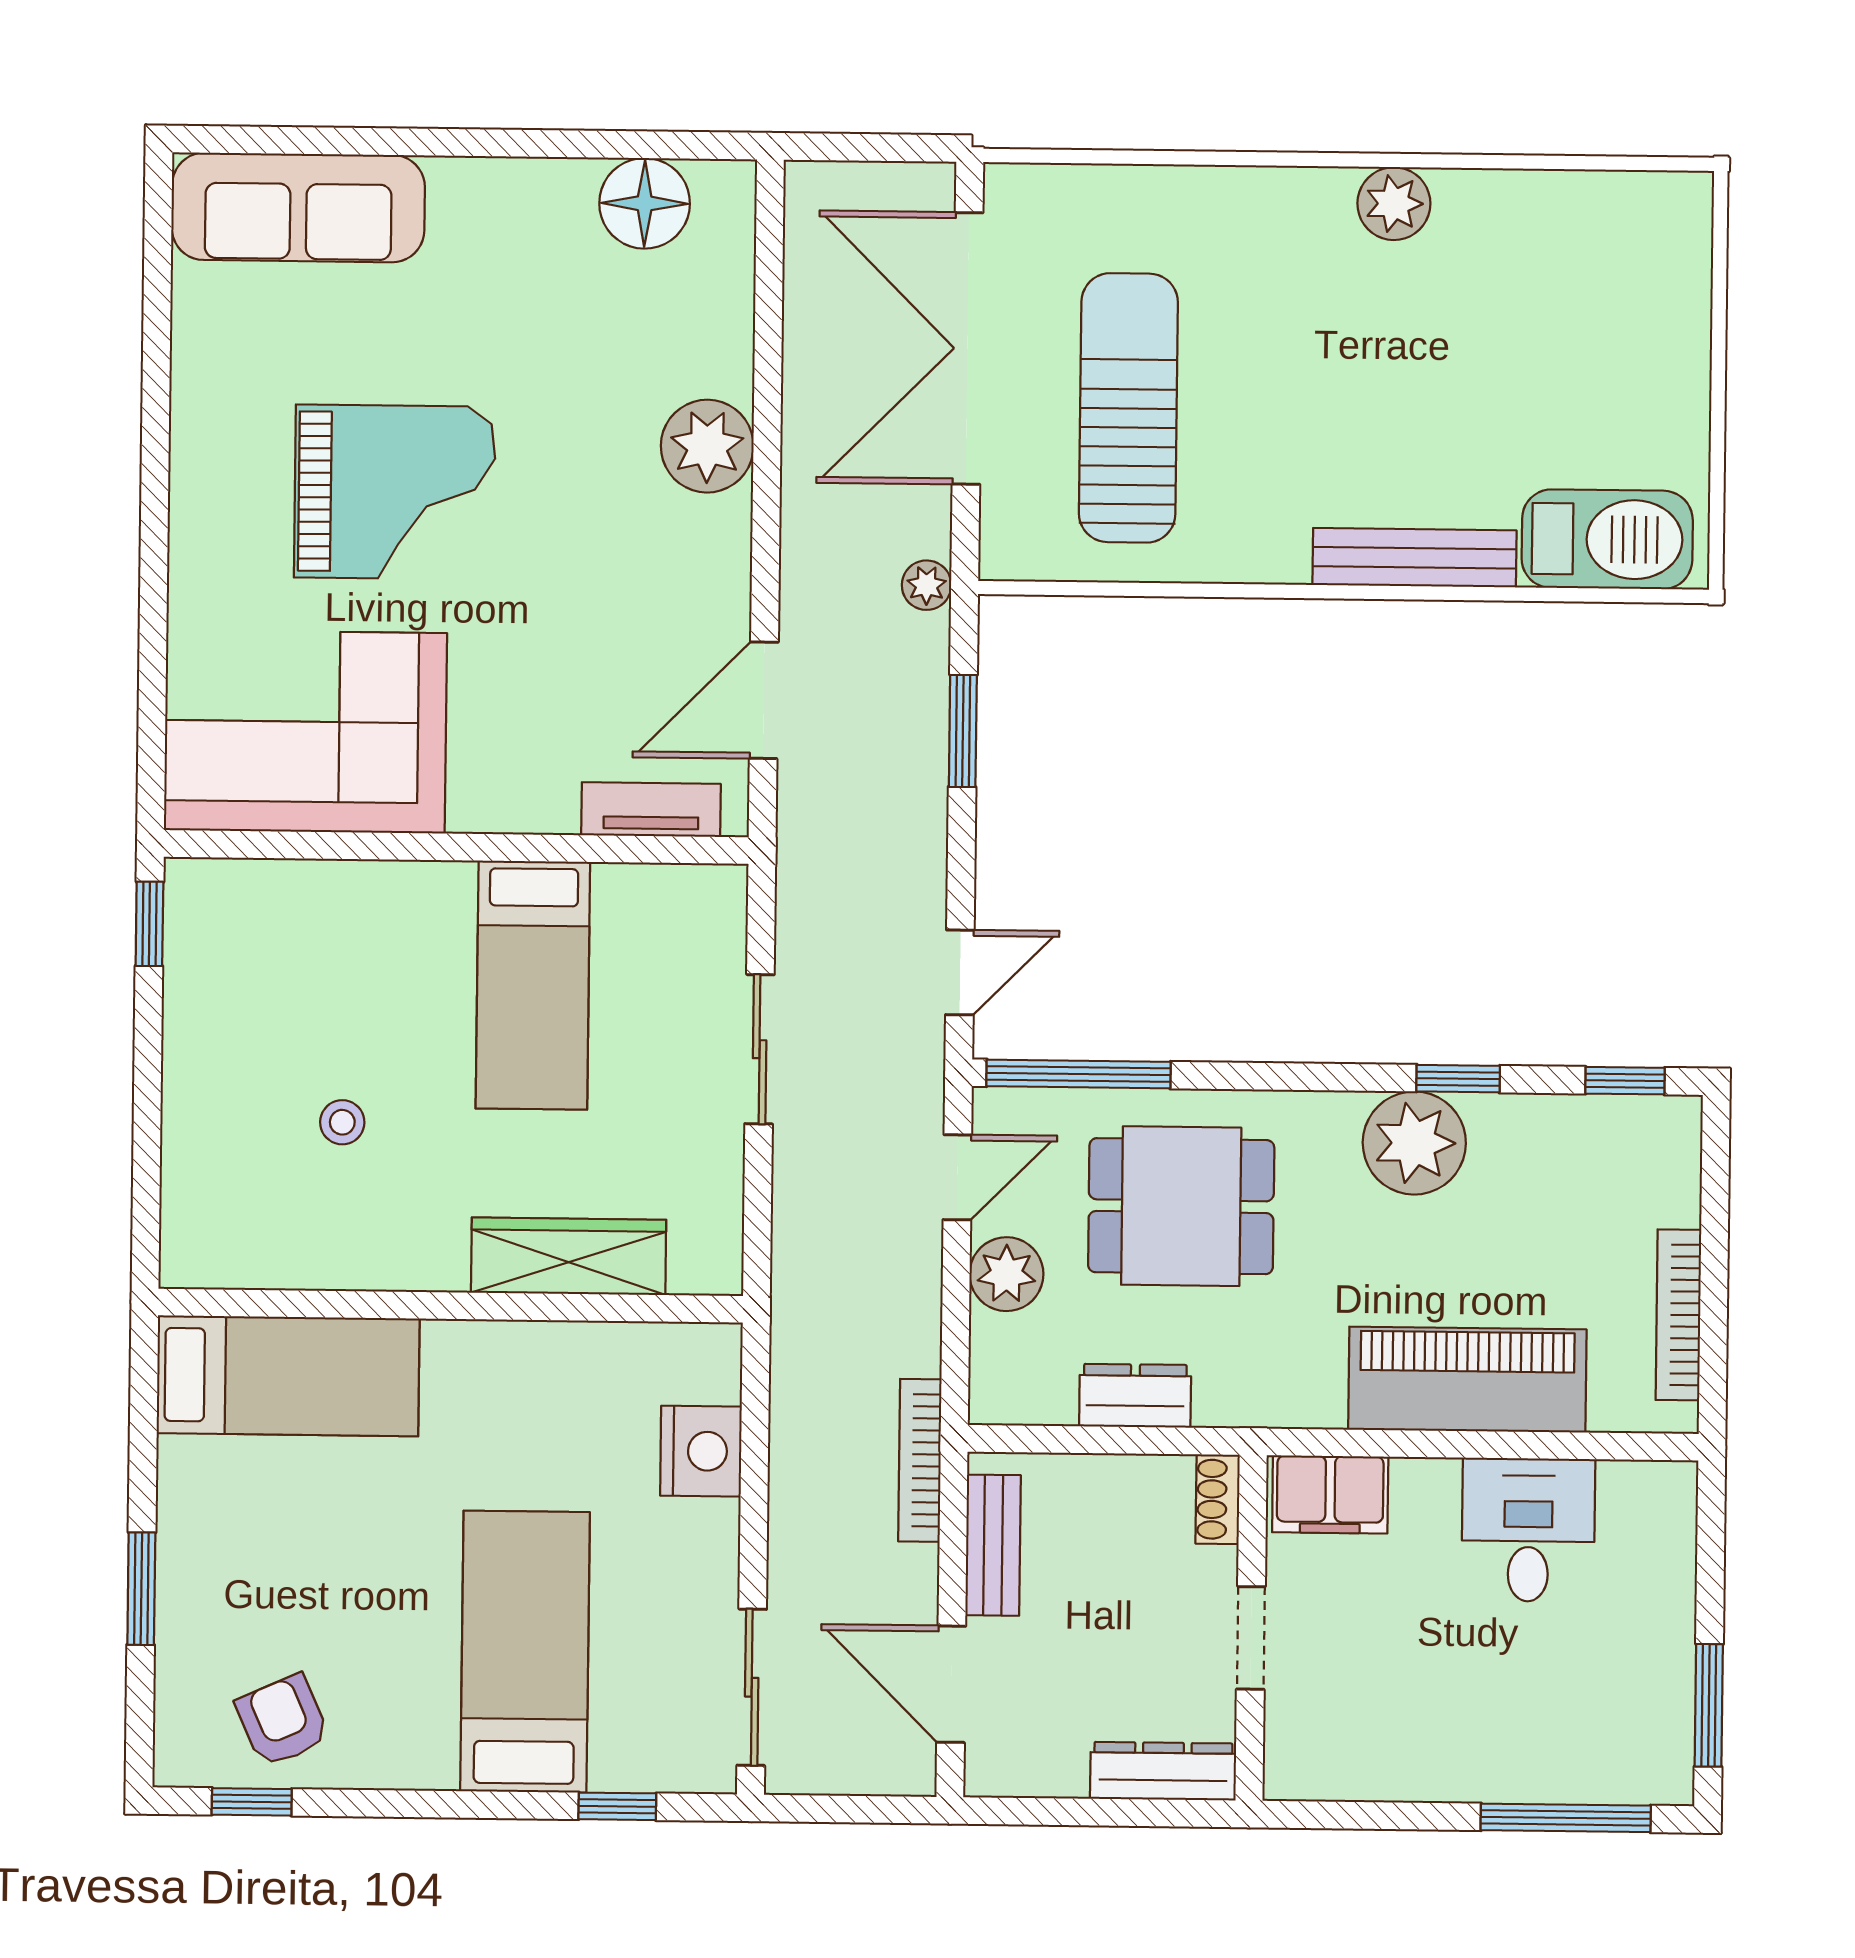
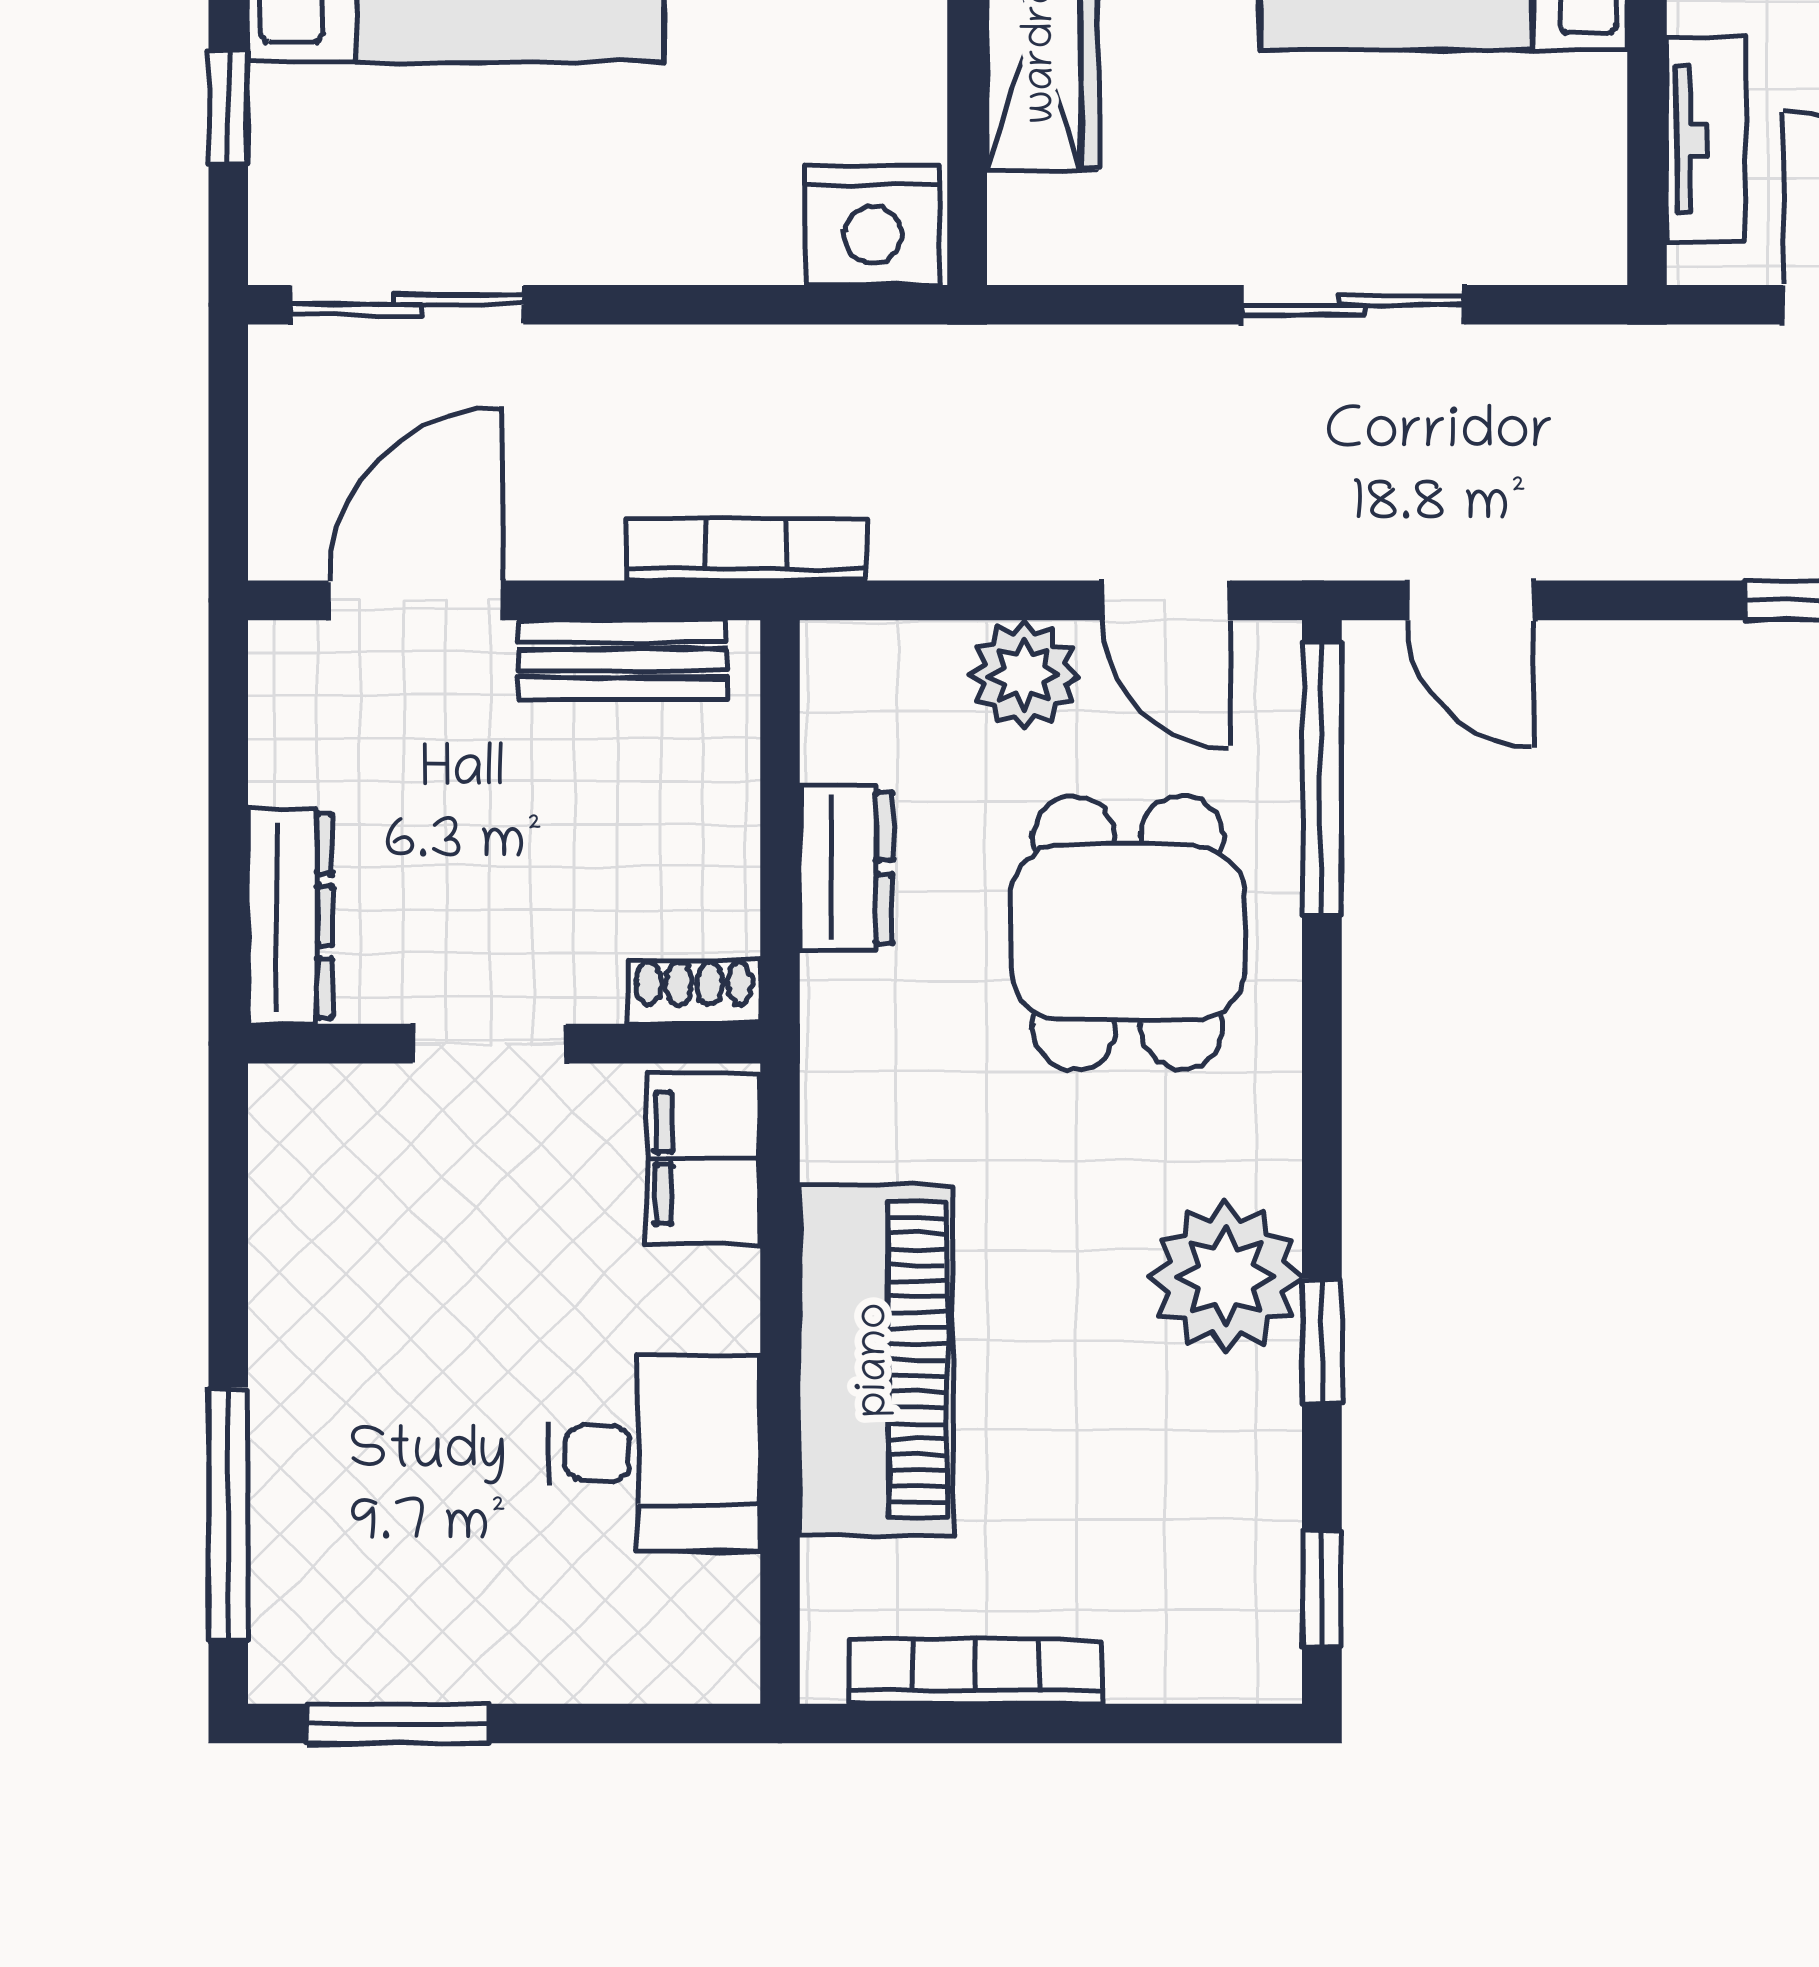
nightstand: (701, 1451) -> (873, 225), moved

